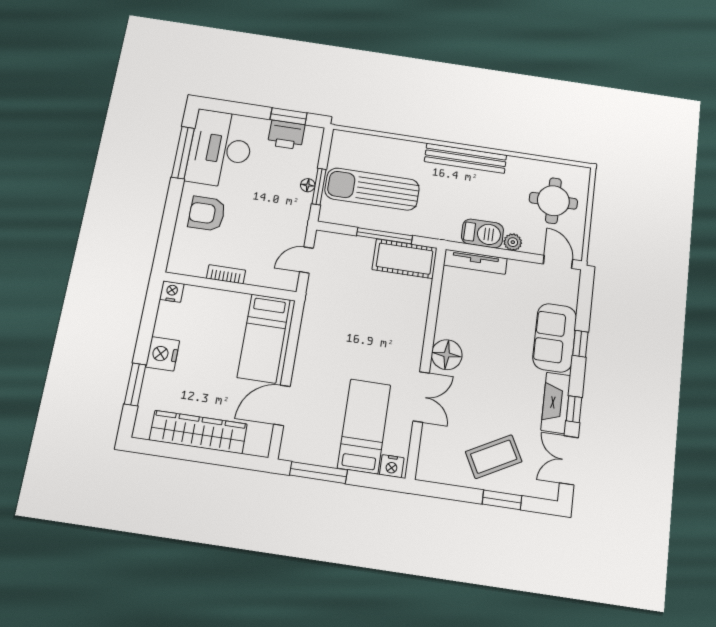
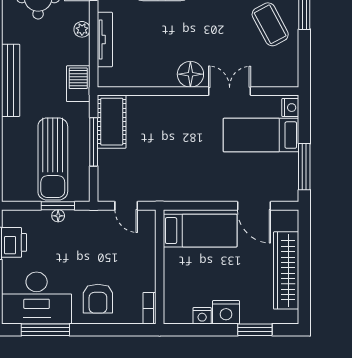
barbecue: (482, 233) -> (78, 84), moved
tv unit: (475, 262) -> (105, 39), moved
bookcase: (226, 274) -> (149, 308), moved
nightstand: (172, 292) -> (202, 316), moved, turned -90

